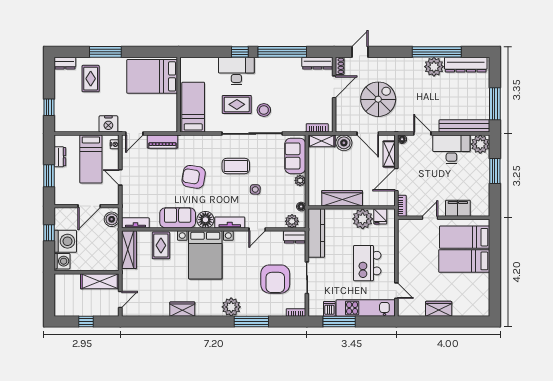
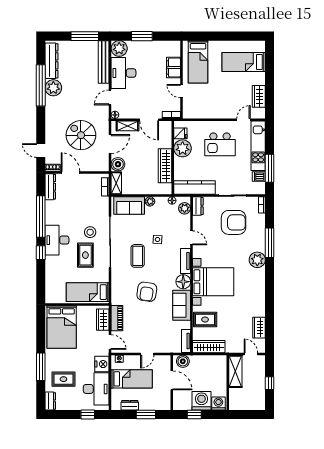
desk: (236, 71) -> (57, 240), moved
desk: (79, 117) -> (96, 389), added
wardrobe: (161, 125) -> (103, 320), added
bed: (464, 261) -> (244, 62), moved, turned 90
wardrobe: (182, 309) -> (259, 328), moved
wardrobe: (439, 309) -> (259, 96), moved

